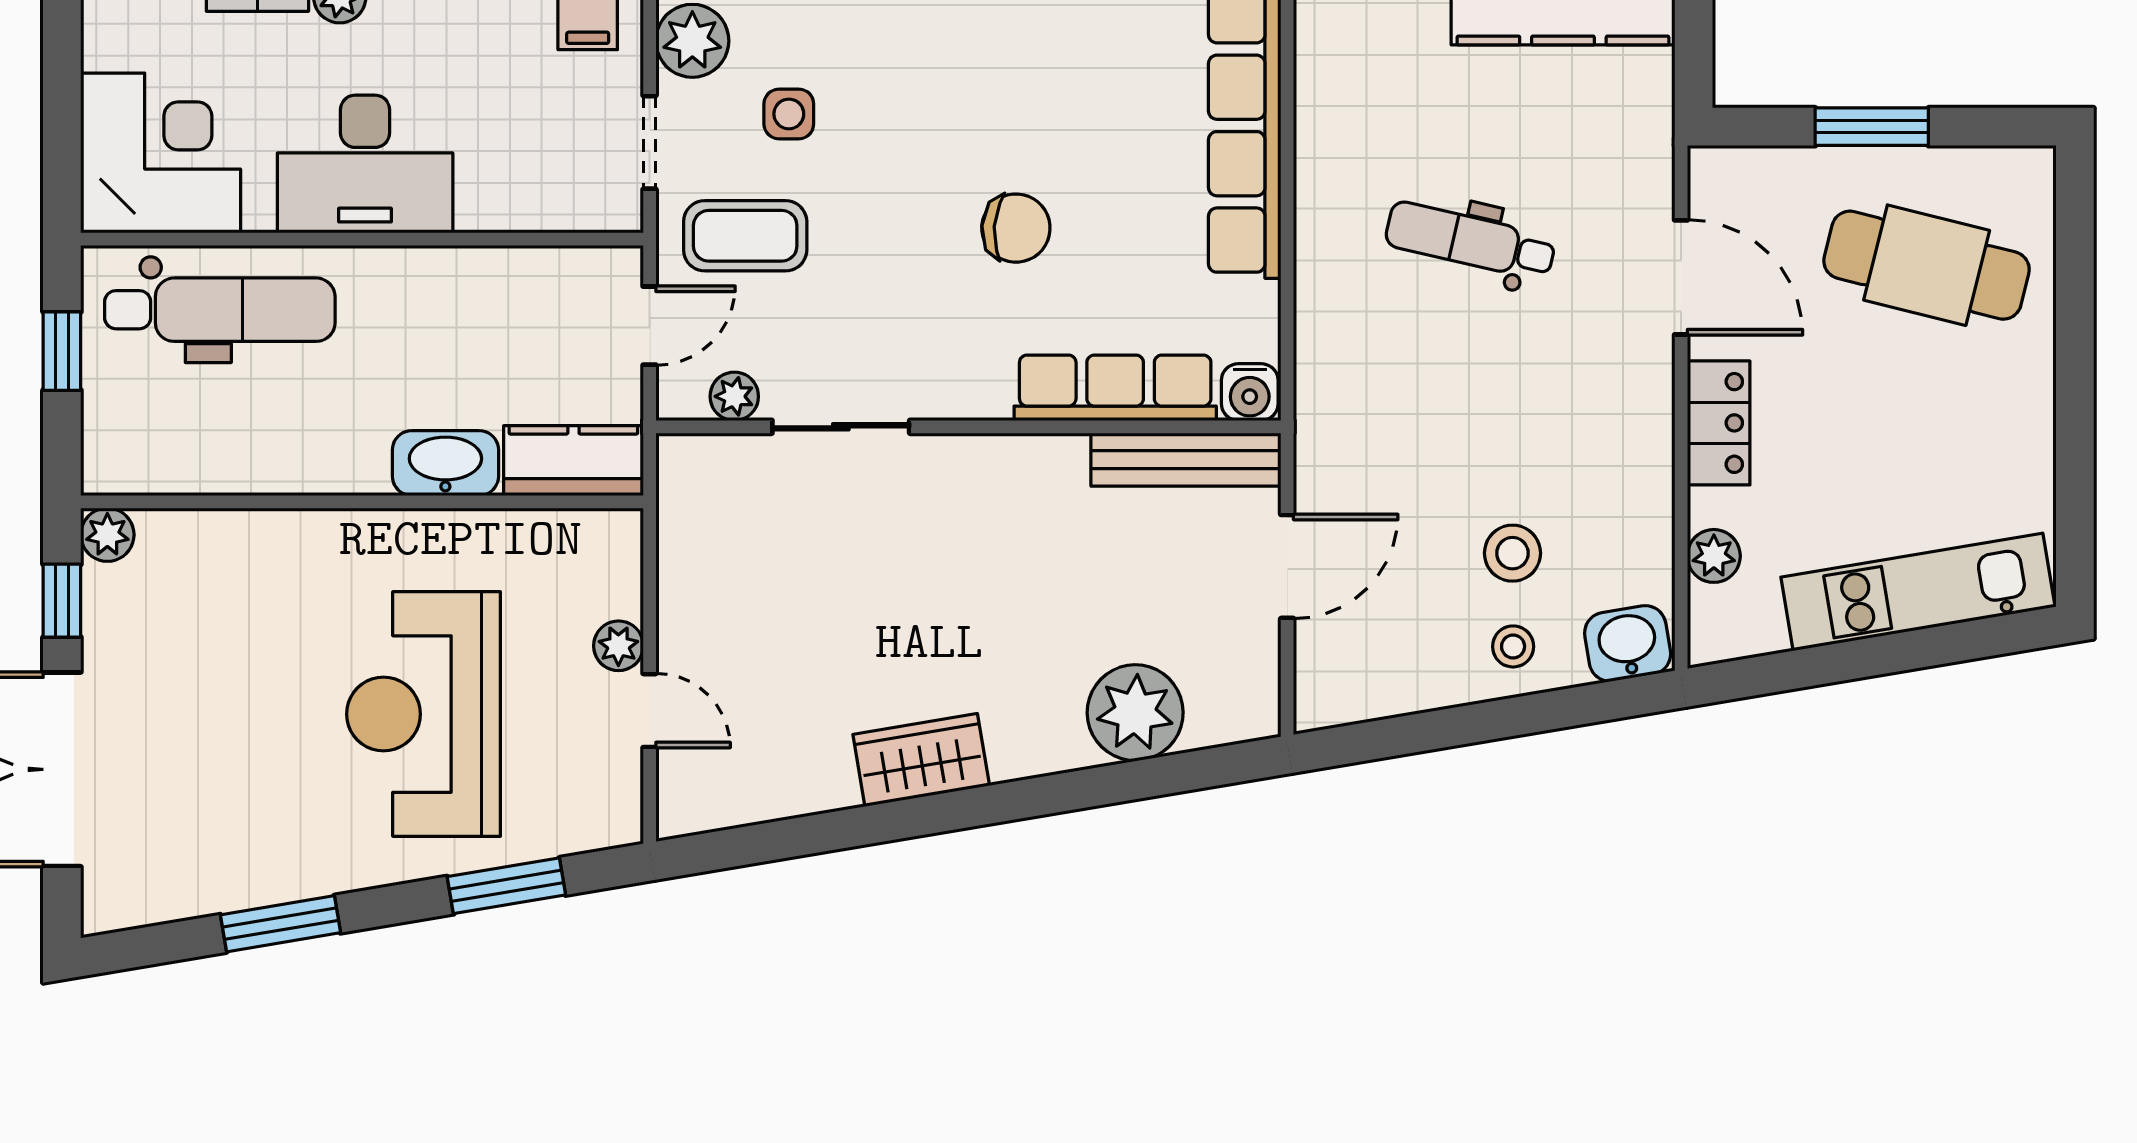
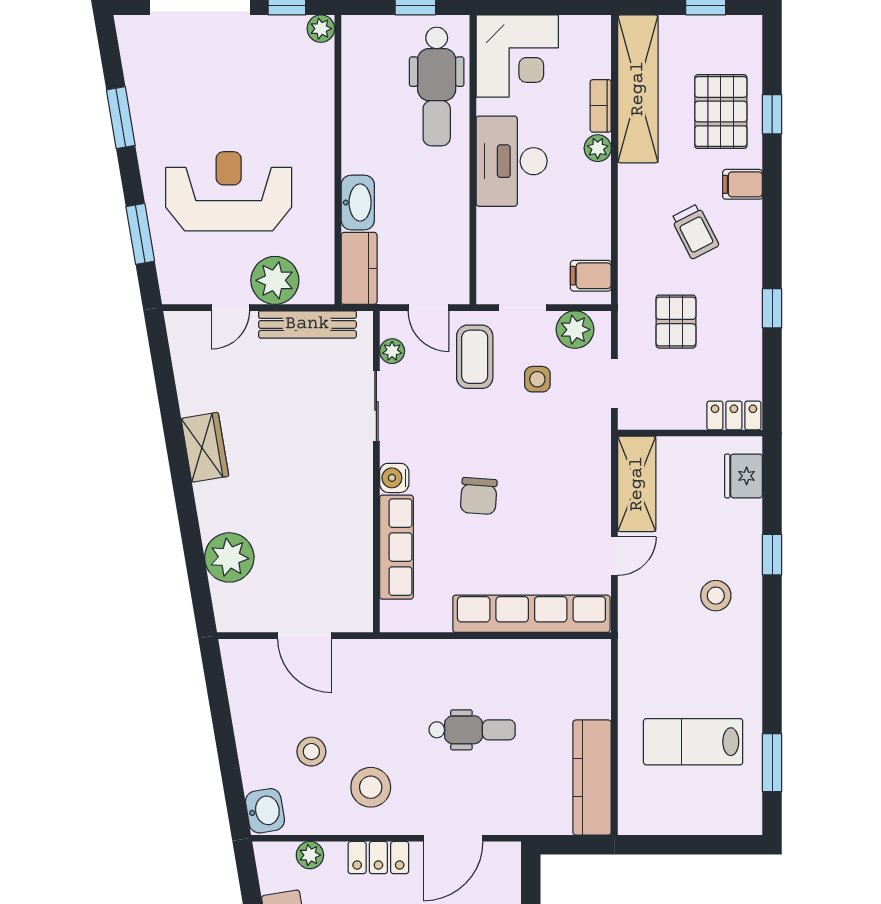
dental chair: (1470, 241) -> (472, 730), turned 77
water cooler: (1250, 392) -> (394, 478), moved
bench: (1186, 460) -> (307, 324), moved, turned 90
plant: (618, 646) -> (275, 280), width x1.88, depth x1.88
stool: (1513, 646) -> (371, 787), moved, width x1.89, depth x1.89

